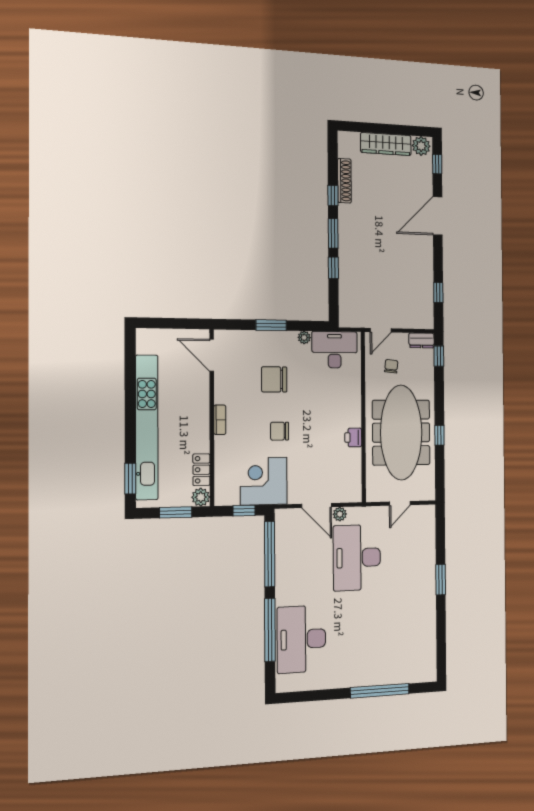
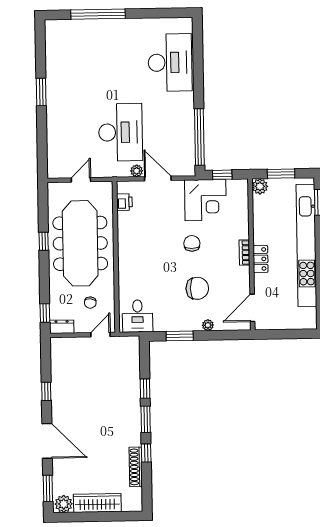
window: (437, 164) -> (48, 488), width x1.50
door: (438, 216) -> (47, 441), hinge flipped
window: (438, 292) -> (46, 391), moved
window: (271, 325) -> (180, 336), moved
plant: (304, 337) -> (208, 325), moved
desk: (335, 350) -> (137, 316), width x0.73
door: (212, 355) -> (252, 308), swing flipped
chair: (280, 431) -> (192, 243), turned -90
printer: (353, 437) -> (124, 202), moved
locker: (201, 470) -> (261, 259), moved
window: (441, 580) -> (41, 92), moved
window: (270, 630) -> (198, 72), removed

